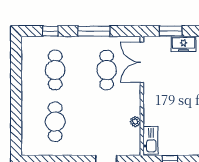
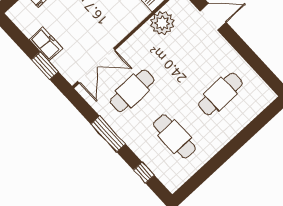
cafe table: (55, 70) -> (174, 136), turned 90
plant: (135, 122) -> (162, 23), width x1.87, depth x1.87

